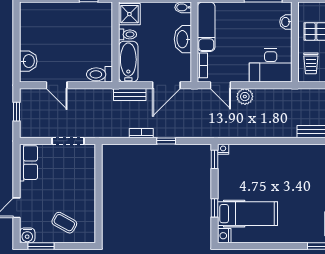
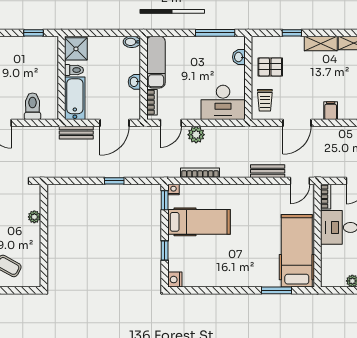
washbasin: (183, 39) -> (134, 82), width x0.52, depth x0.69
toilet: (99, 74) -> (33, 106), moved, turned 90
door: (220, 85) -> (171, 123), hinge flipped
bookcase: (141, 133) -> (200, 173), moved, width x1.56
plant: (89, 175) -> (34, 217), added
hospital bed: (248, 214) -> (199, 222), moved

